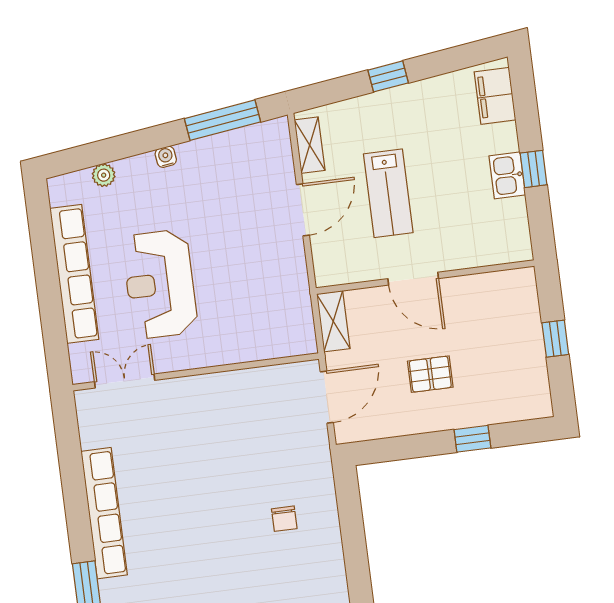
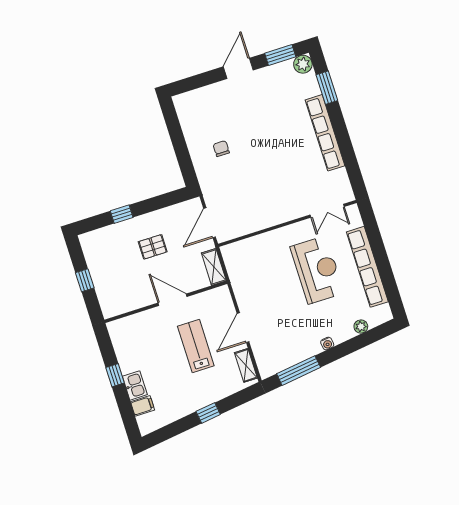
filing cabinet: (495, 96) -> (143, 406), width x0.50
kitchen sink: (507, 175) -> (135, 385), moved

